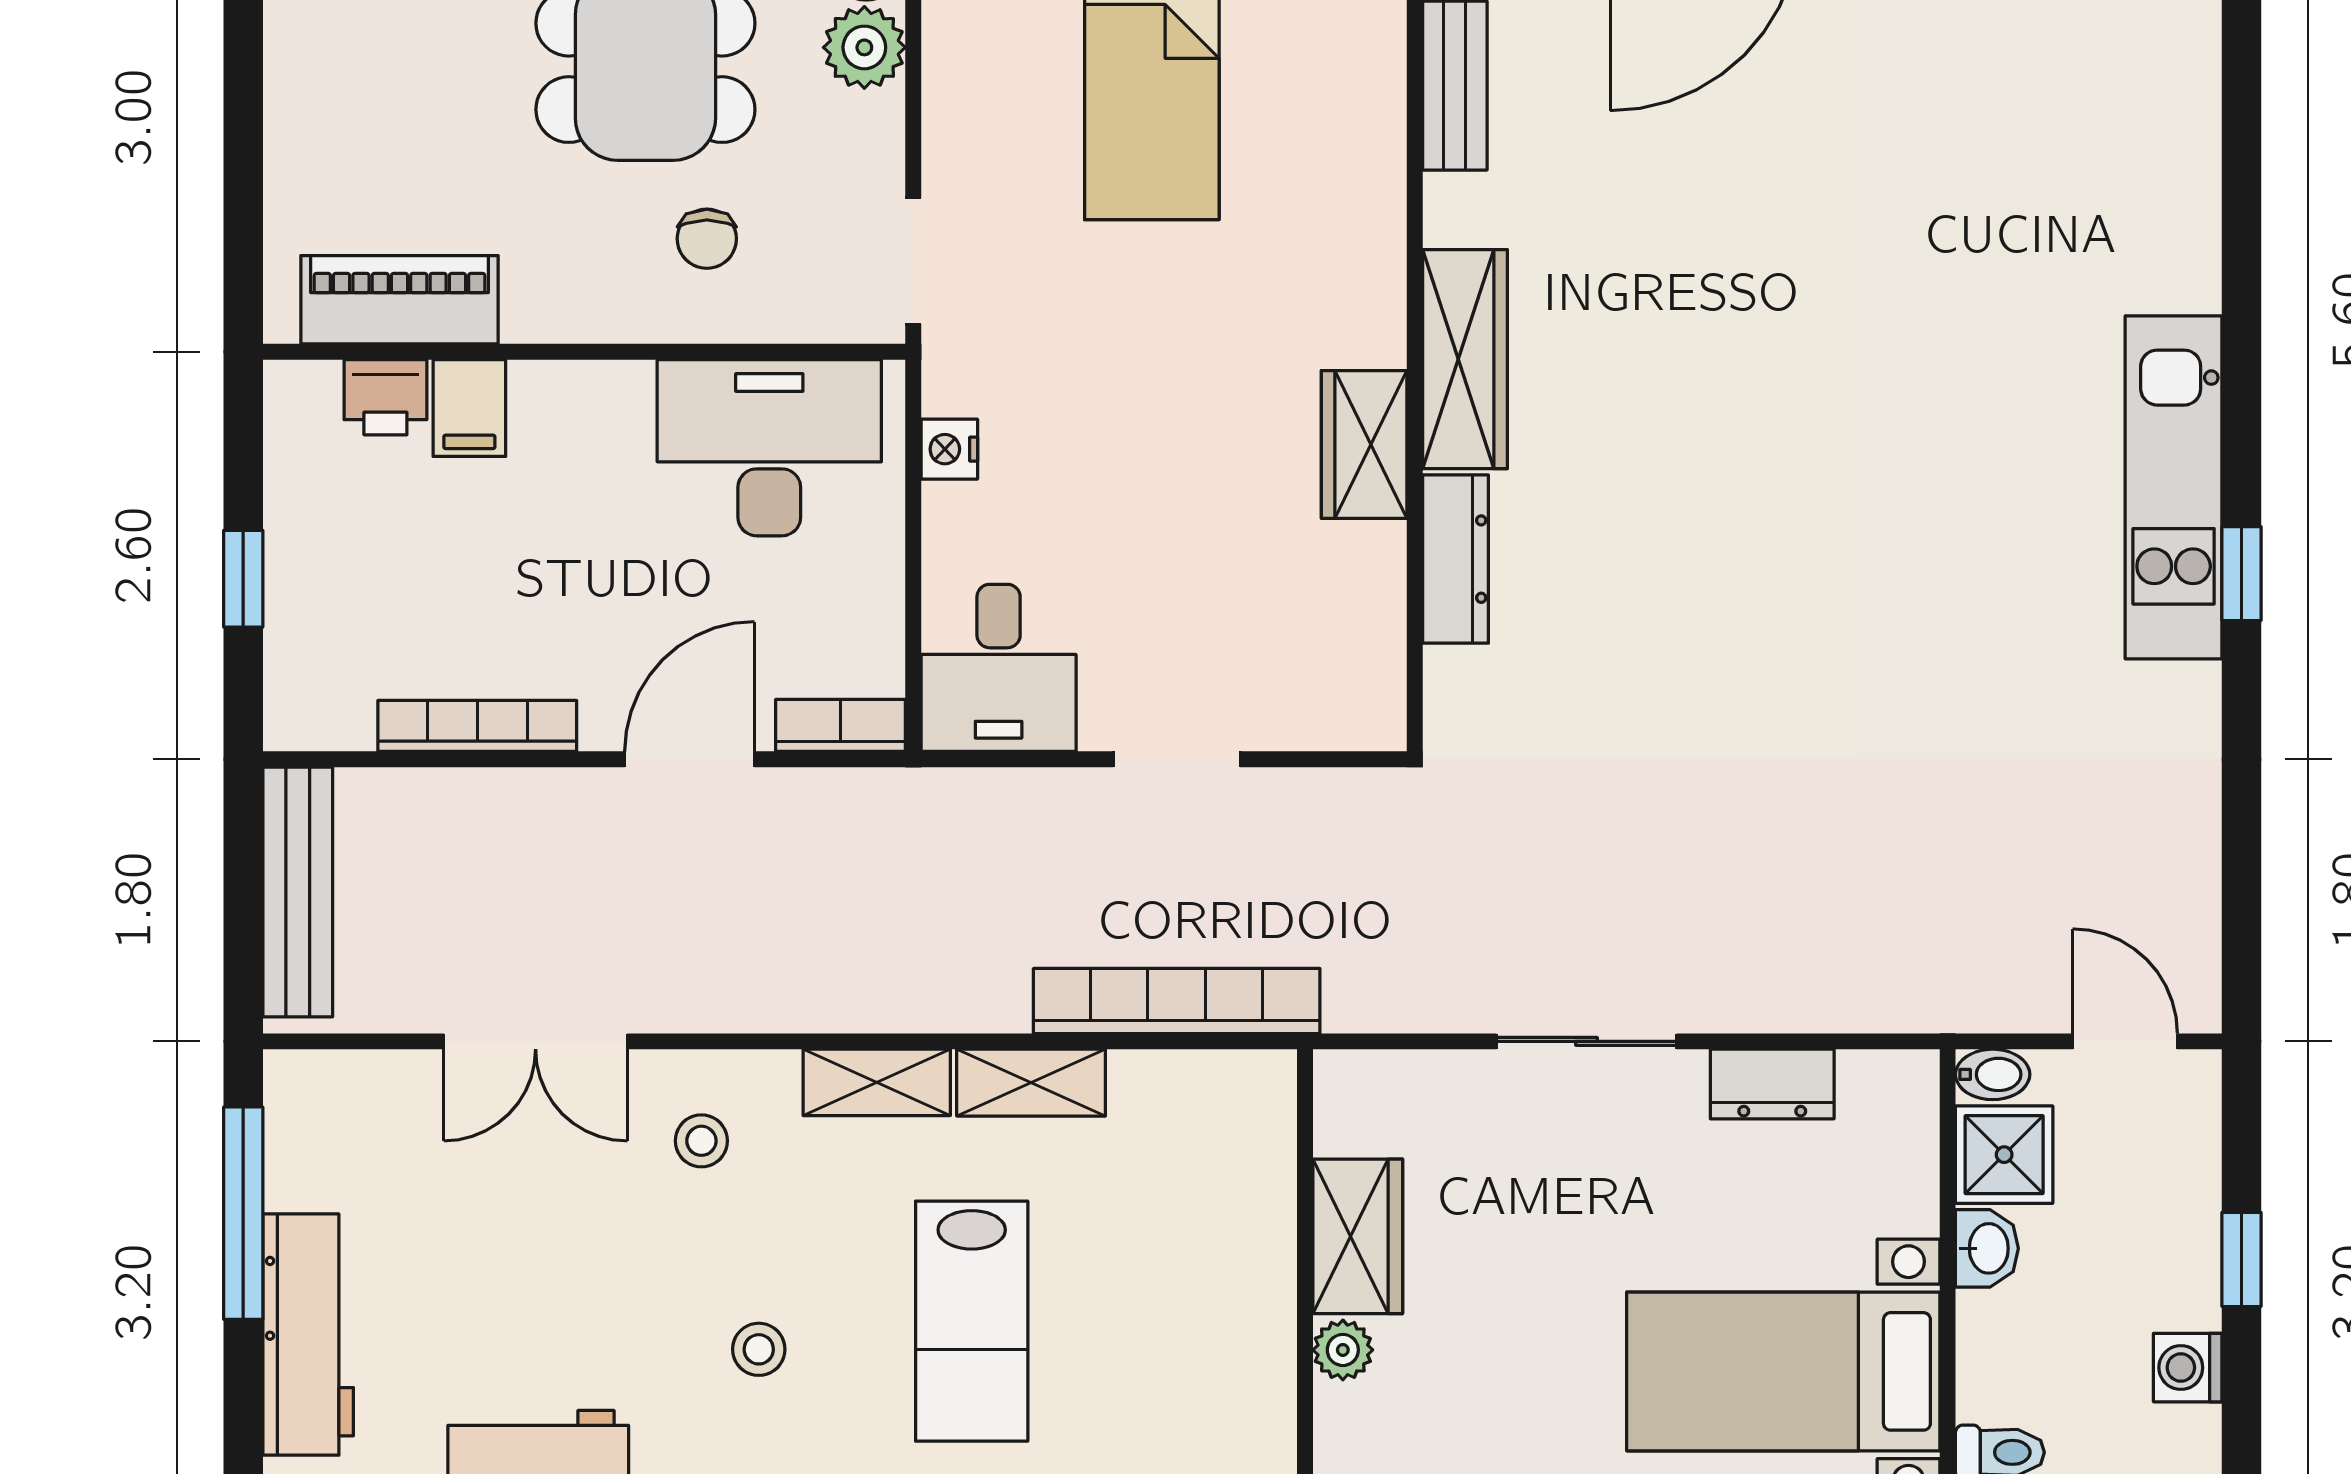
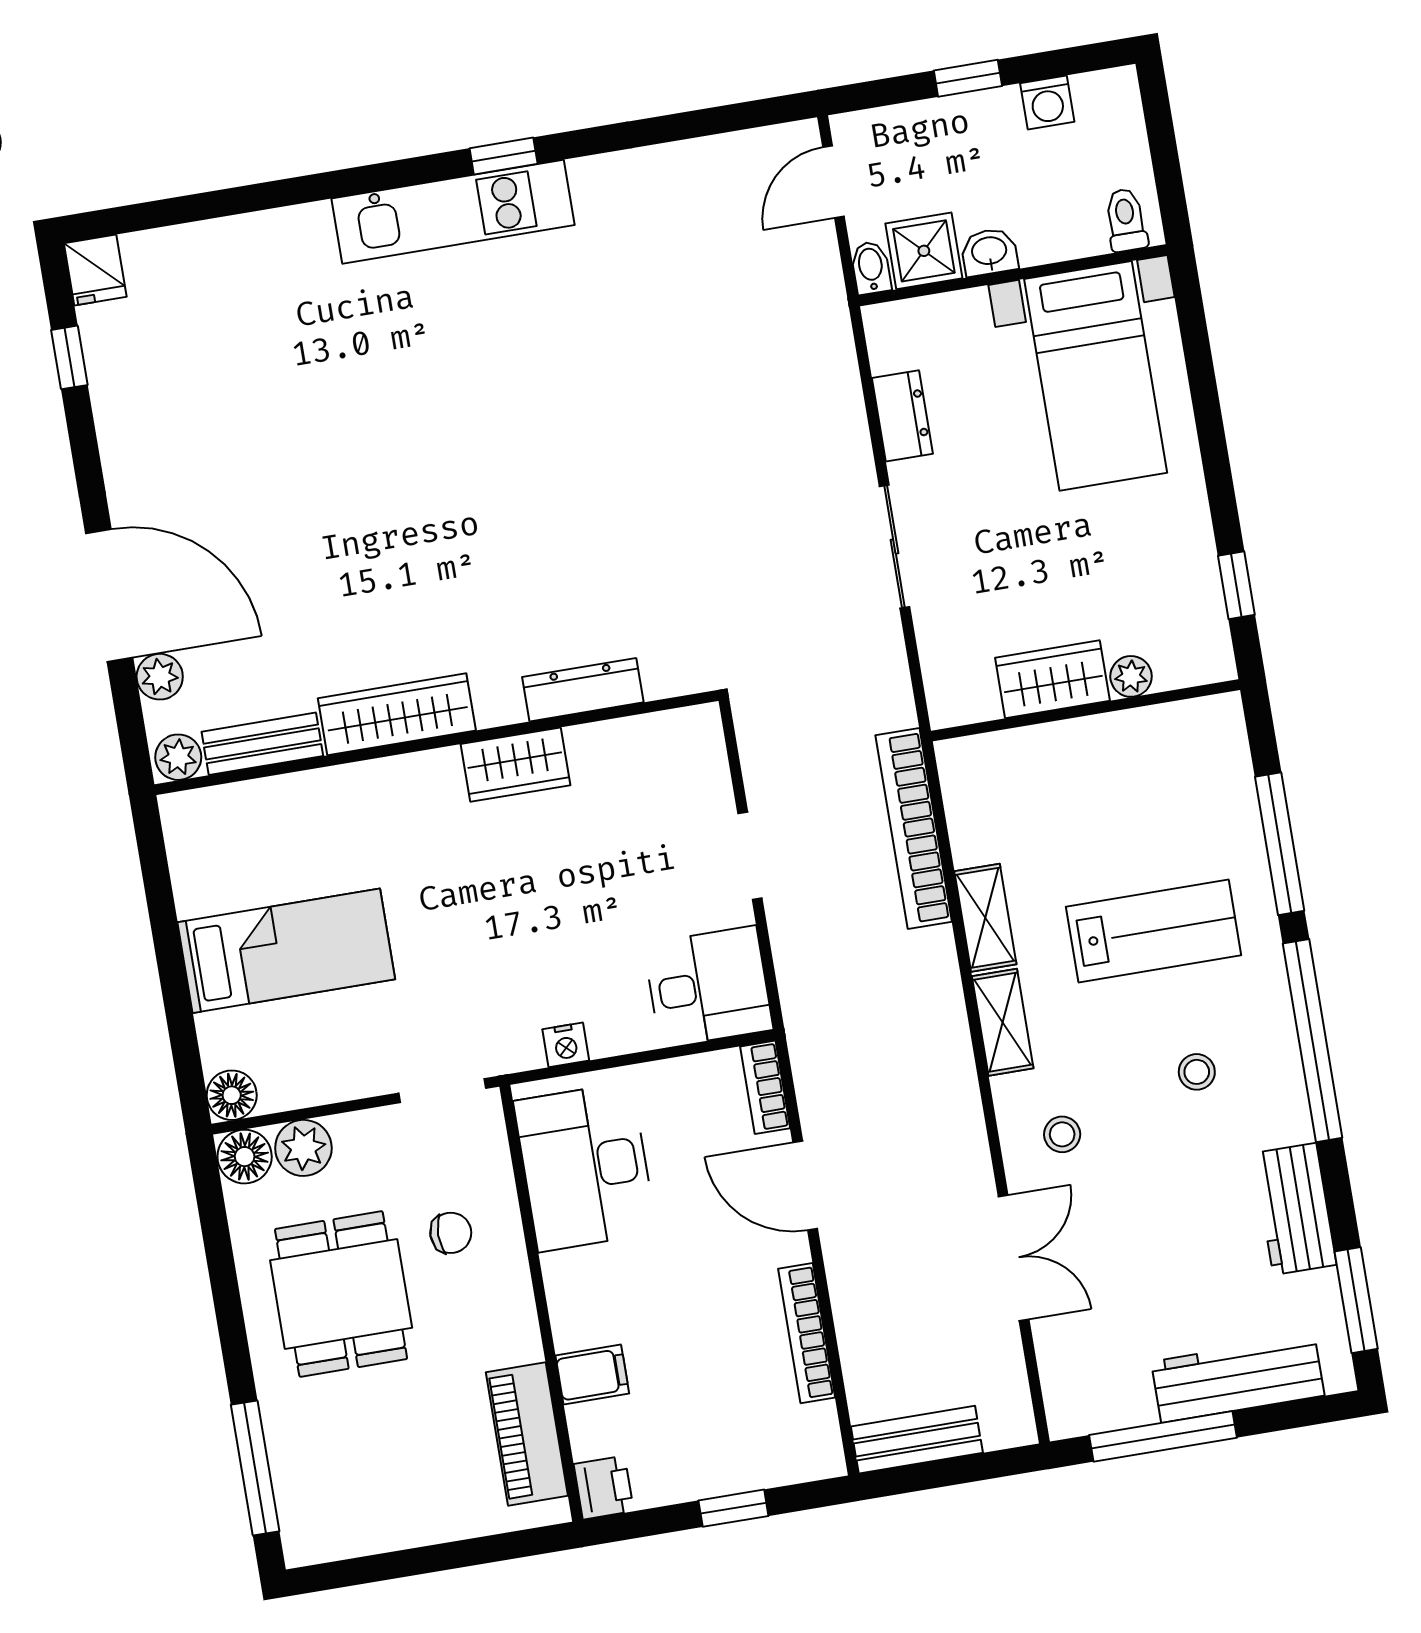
wardrobe: (1465, 359) -> (397, 714), moved
printer: (385, 397) -> (604, 1488), moved
bench: (298, 892) -> (917, 1440), width x0.73

